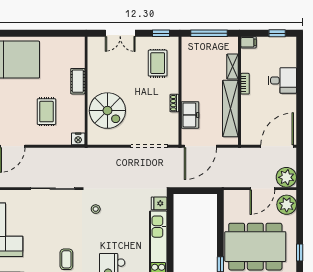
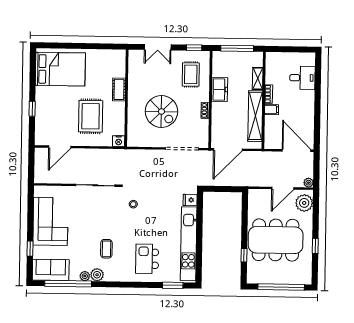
window: (277, 33) -> (298, 49), removed
filing cabinet: (248, 42) -> (272, 110), moved
desk: (282, 80) -> (302, 78), moved
spiral stairs: (107, 111) -> (161, 112), moved
rug: (46, 112) -> (91, 116), width x1.36, depth x1.43
freezer: (190, 115) -> (220, 89), moved
door: (277, 146) -> (297, 151), hinge flipped
plant: (286, 177) -> (308, 183), width x0.53, depth x0.53

